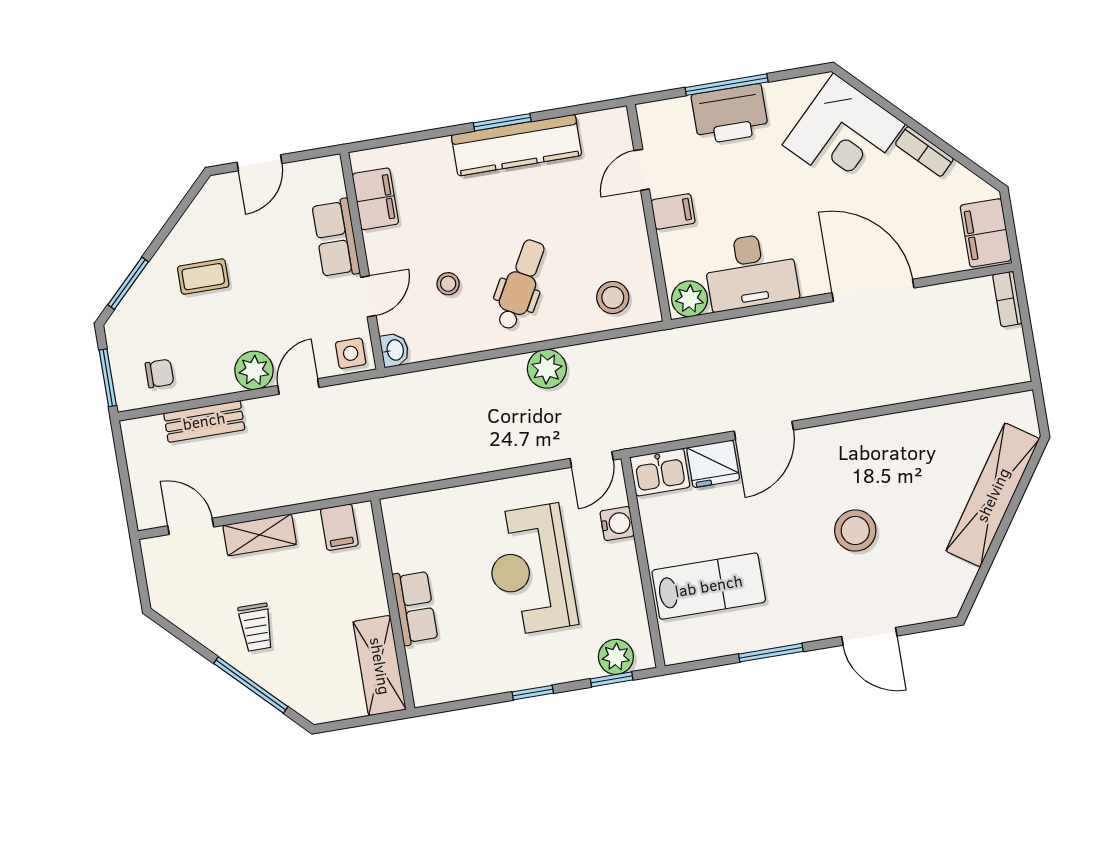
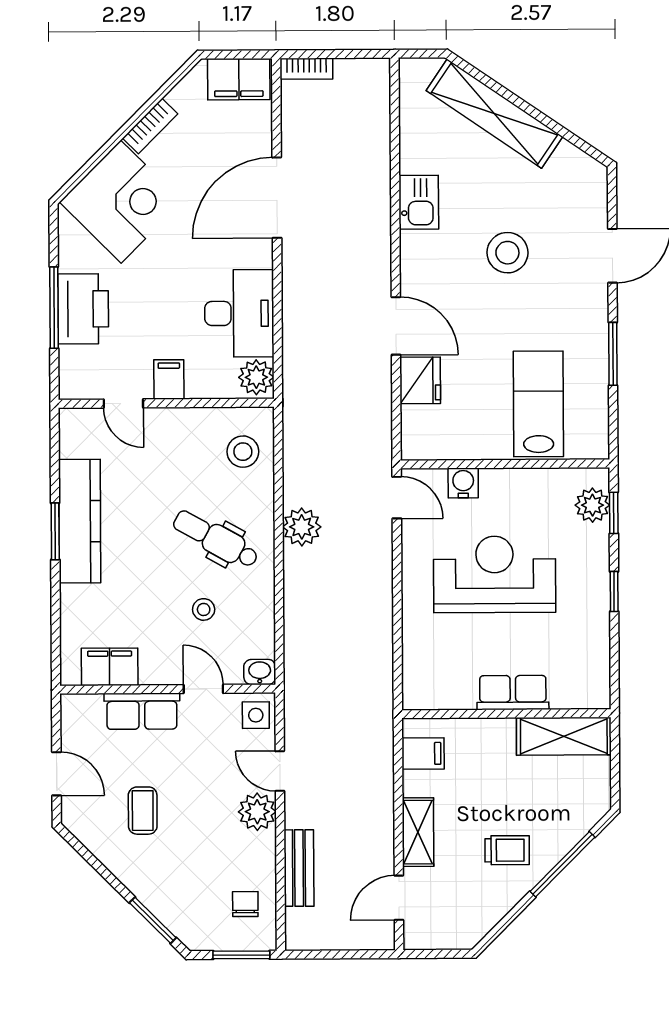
coffee table: (203, 277) -> (143, 811), moved
kitchen sink: (660, 472) -> (419, 202), moved
reception desk: (531, 570) -> (495, 574), turned 180

